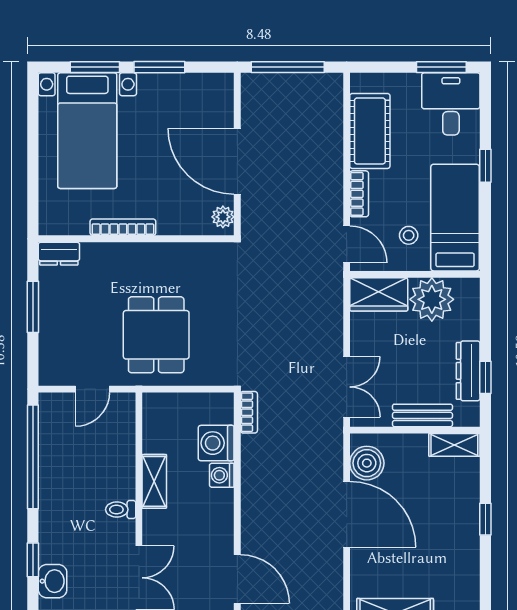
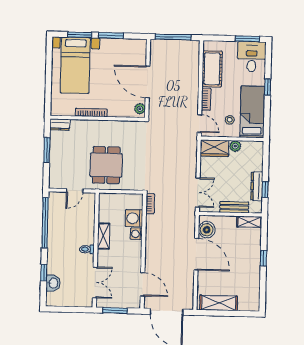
plant: (432, 299) -> (235, 146), width x0.53, depth x0.53

